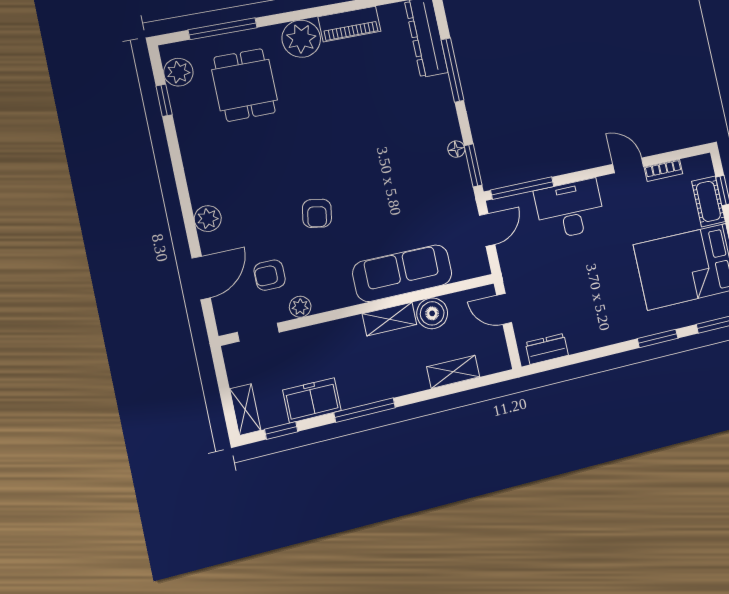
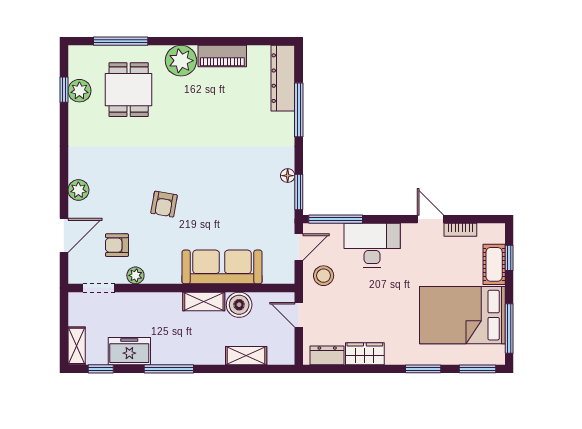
plant: (178, 72) -> (79, 91), moved
stool: (523, 257) -> (324, 276), added
wardrobe: (589, 337) -> (365, 354), added

